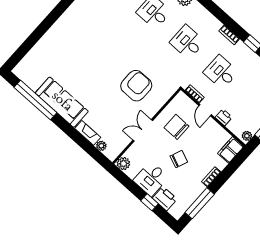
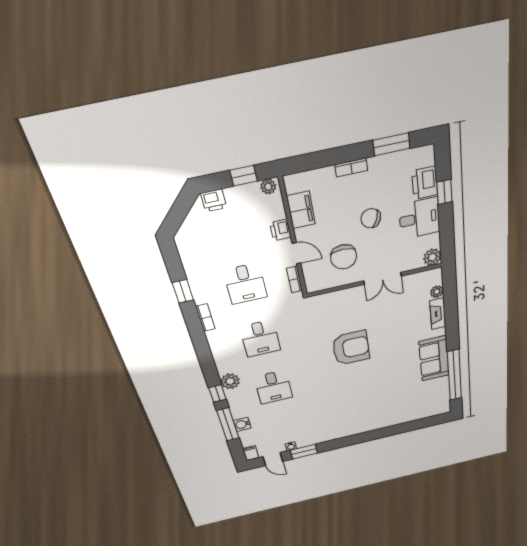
armchair: (136, 86) -> (351, 348), moved, turned 180
sofa: (62, 102) -> (434, 358), width x0.73
door: (205, 110) -> (296, 253), hinge flipped
filing cabinet: (231, 150) -> (301, 210), moved, turned -90
window: (200, 203) -> (391, 144), width x0.69

